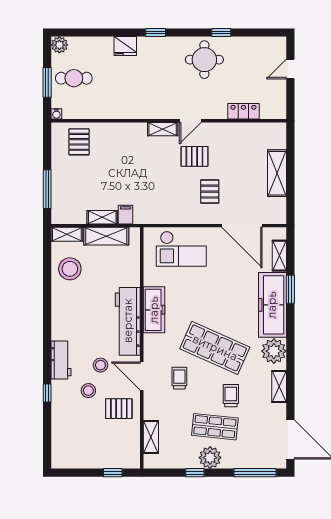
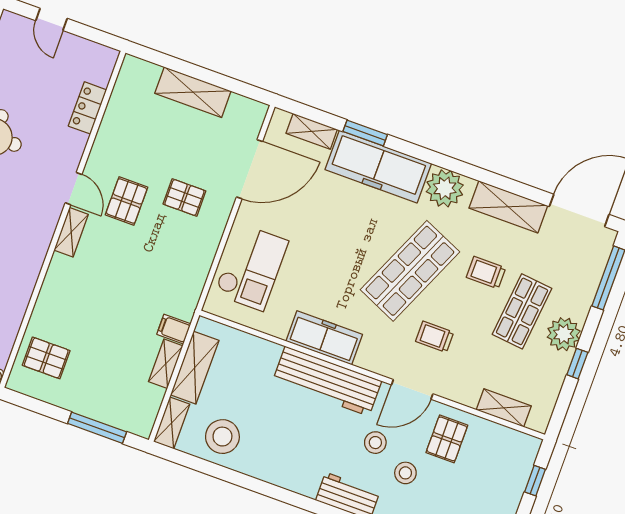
shelving: (279, 387) -> (508, 207), width x1.50, depth x1.33

